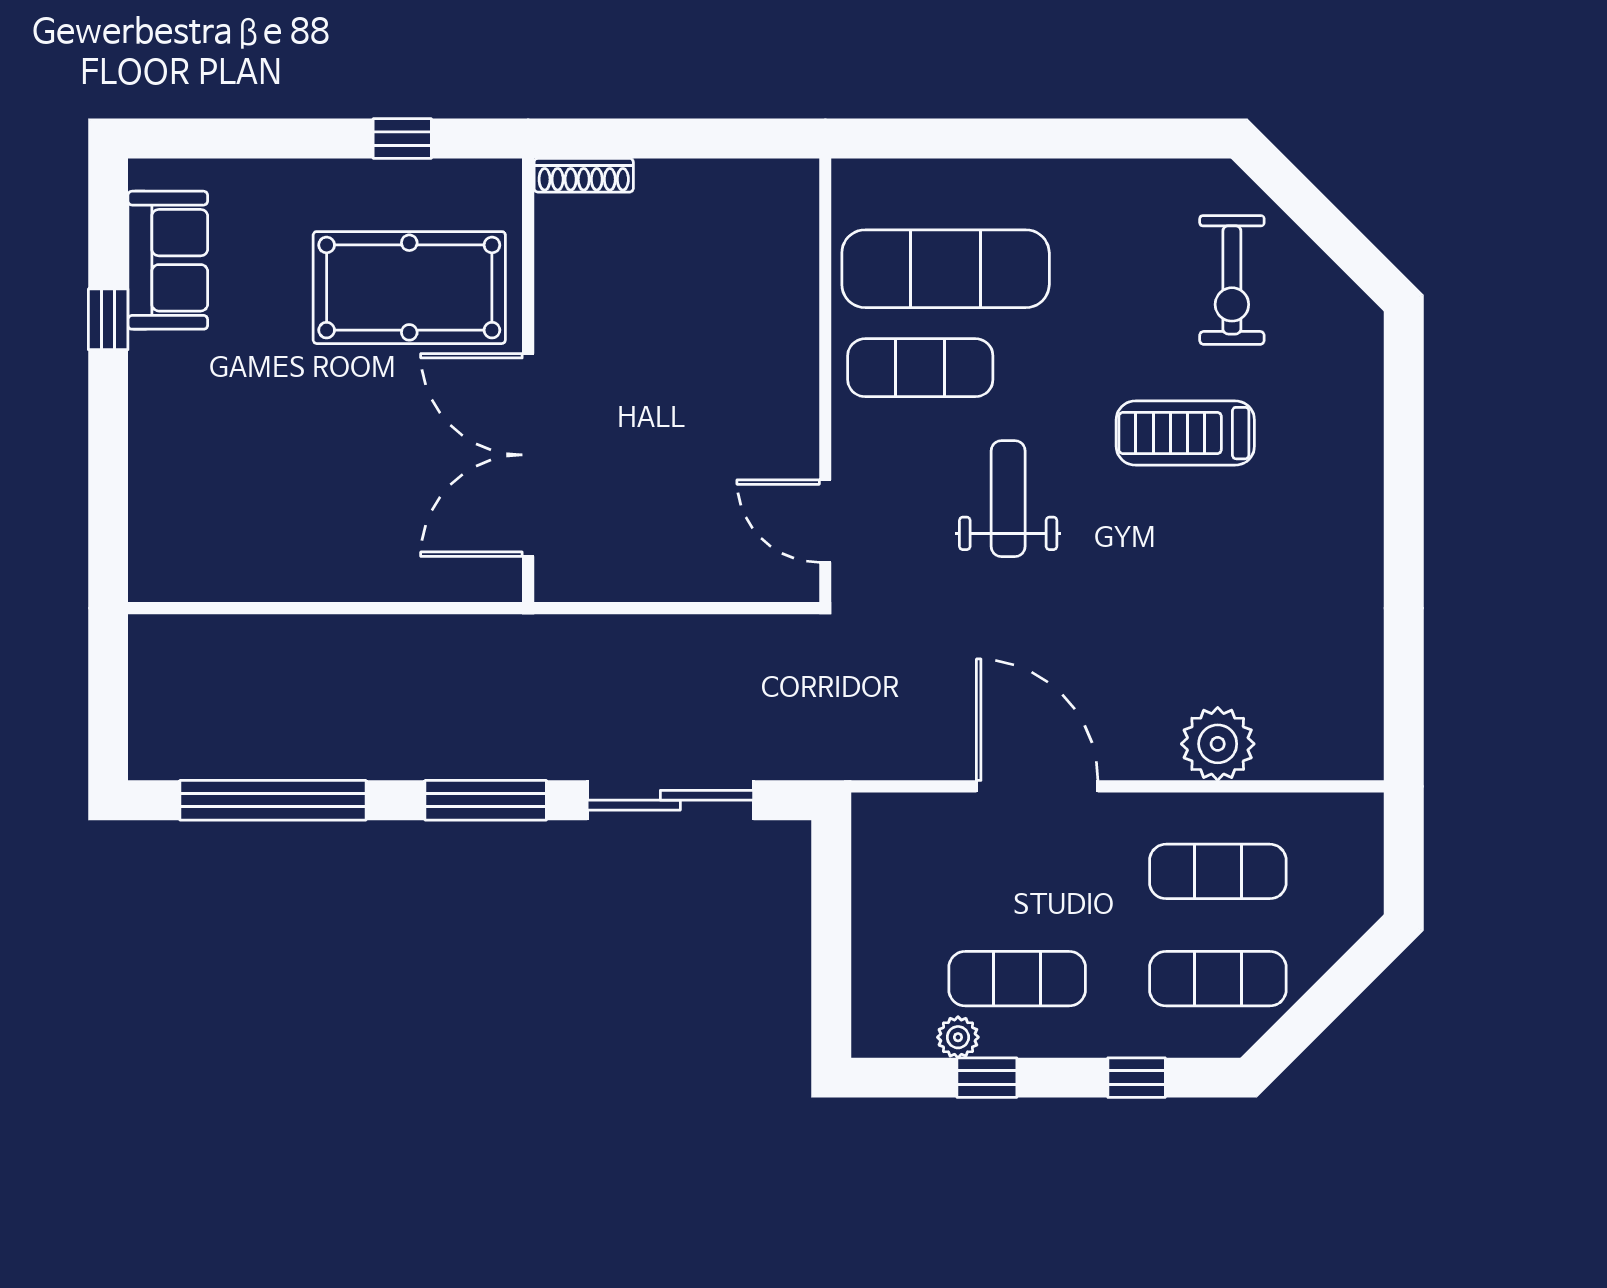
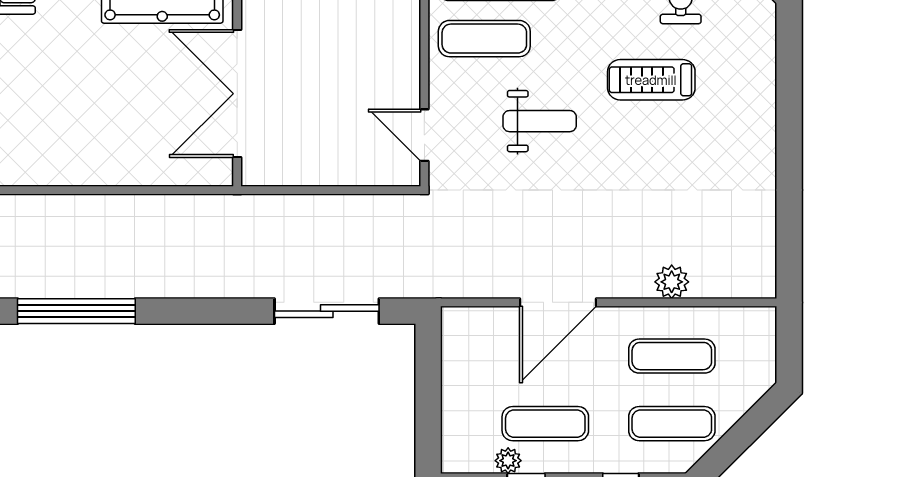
weight bench: (1008, 499) -> (540, 121), turned 90
plant: (1218, 744) -> (672, 282), width x0.73, depth x0.73
door: (1037, 786) -> (558, 302), swing flipped
window: (486, 800) -> (210, 311), removed

